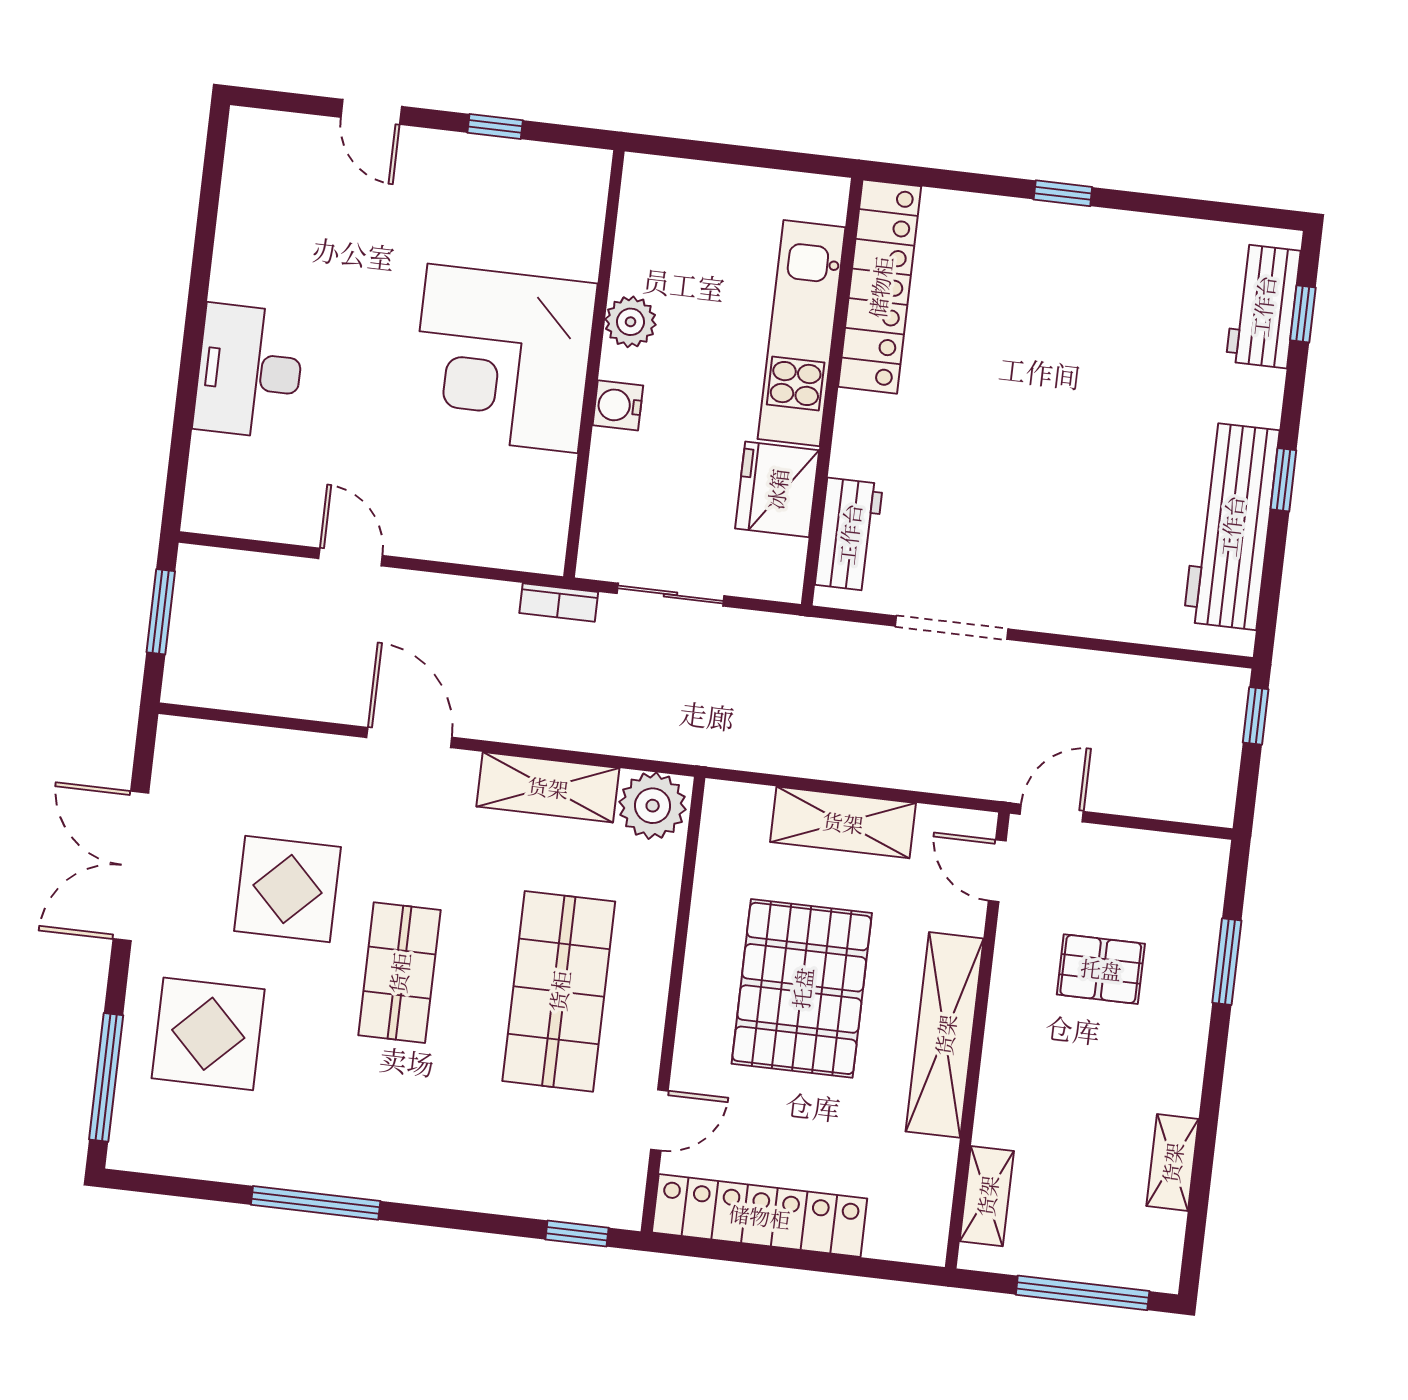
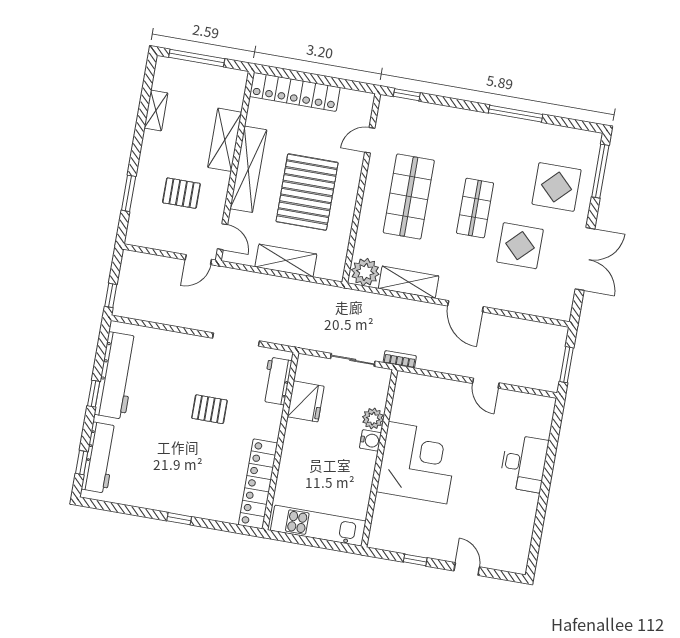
workbench: (1263, 306) -> (100, 458), width x1.38
plant: (631, 322) -> (373, 419), moved
kitchen unit: (802, 333) -> (318, 526), moved, turned -90
pallet: (1005, 458) -> (209, 409), added
shelving: (987, 1196) -> (225, 140), moved, width x1.50, depth x1.33
locker: (760, 1216) -> (295, 92), moved

